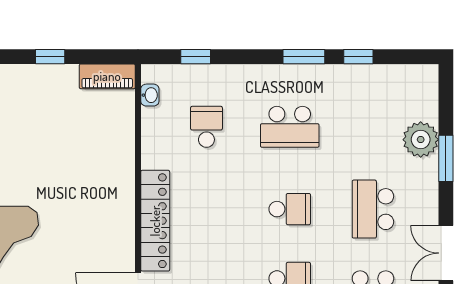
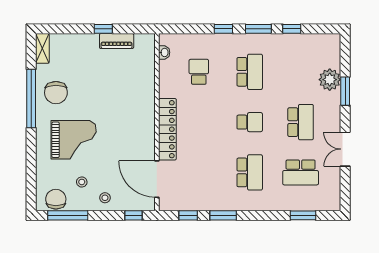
window: (196, 57) -> (223, 29), moved
piano: (107, 76) -> (117, 41), moved
school desk: (290, 127) -> (250, 72), turned -90
school desk: (373, 209) -> (301, 122), turned 180

